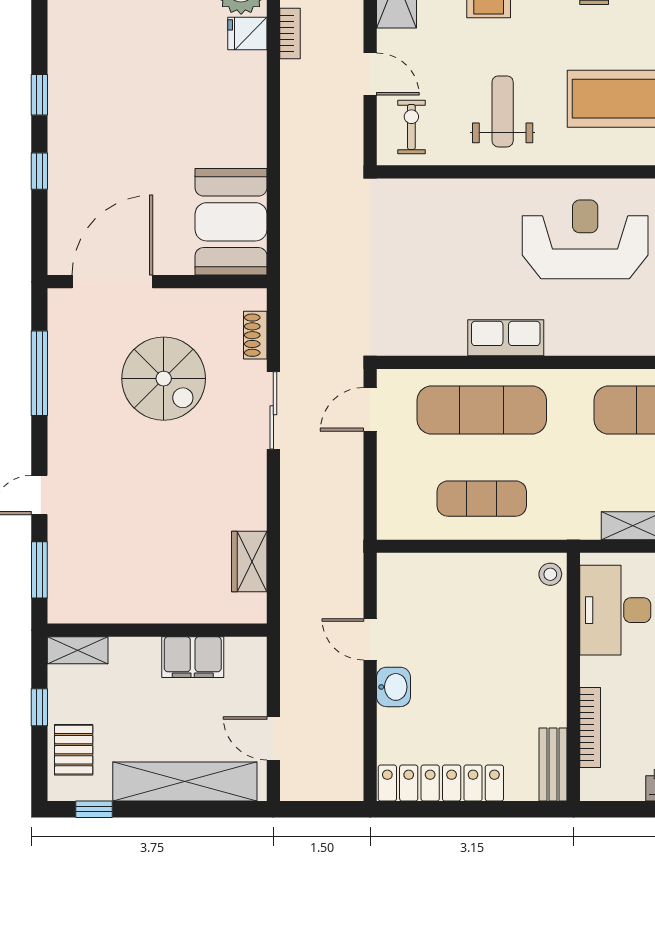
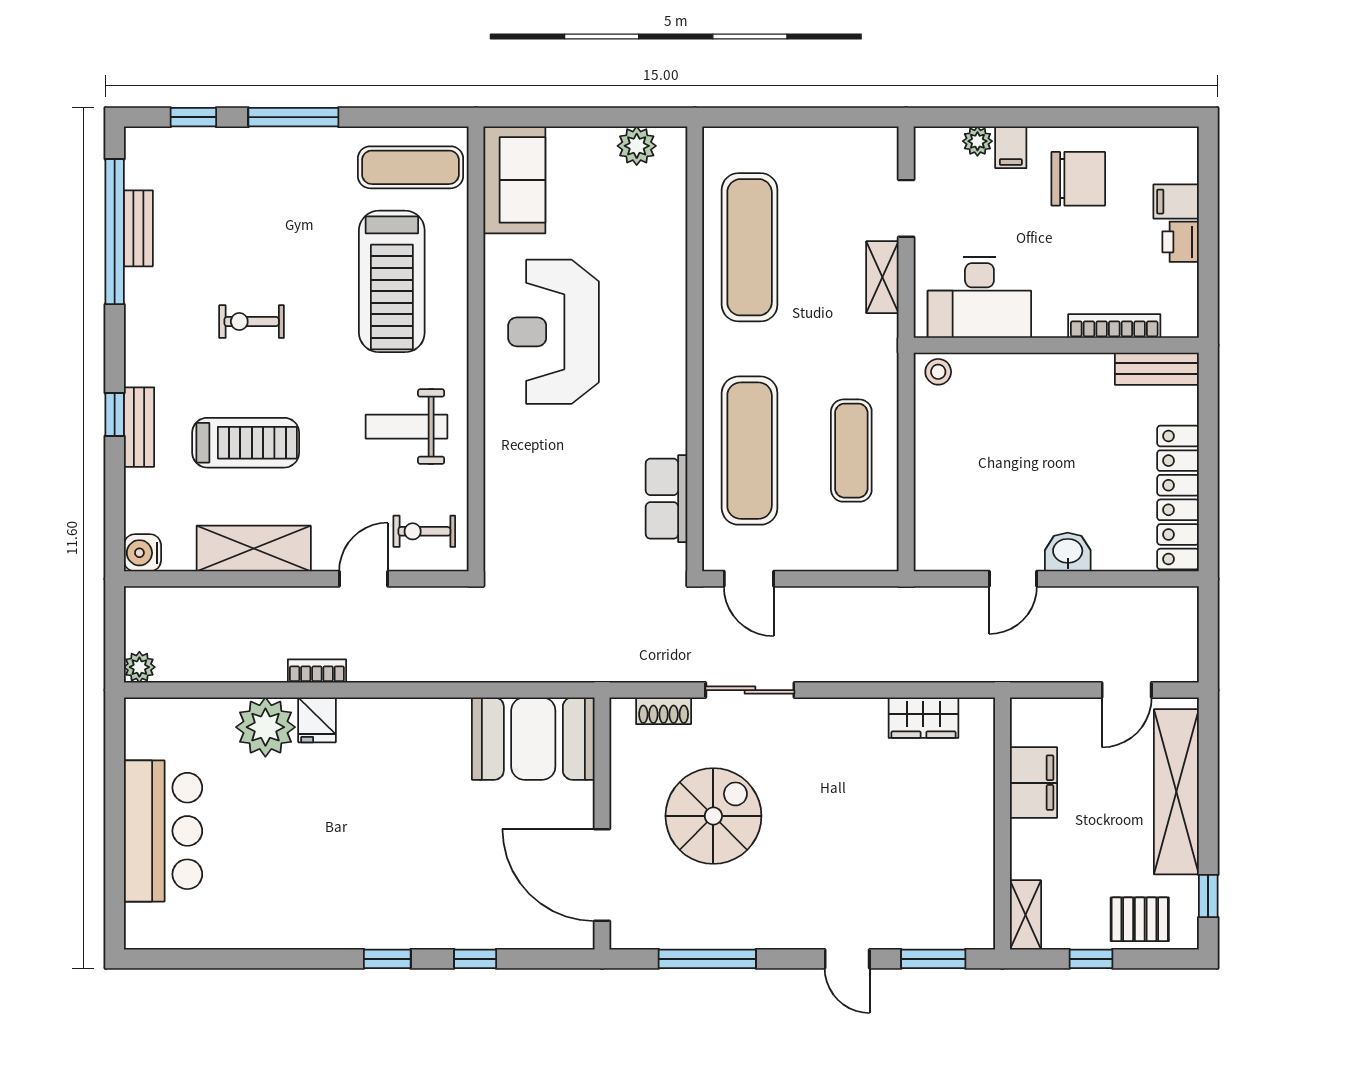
row of seats: (506, 338) -> (667, 499), moved

